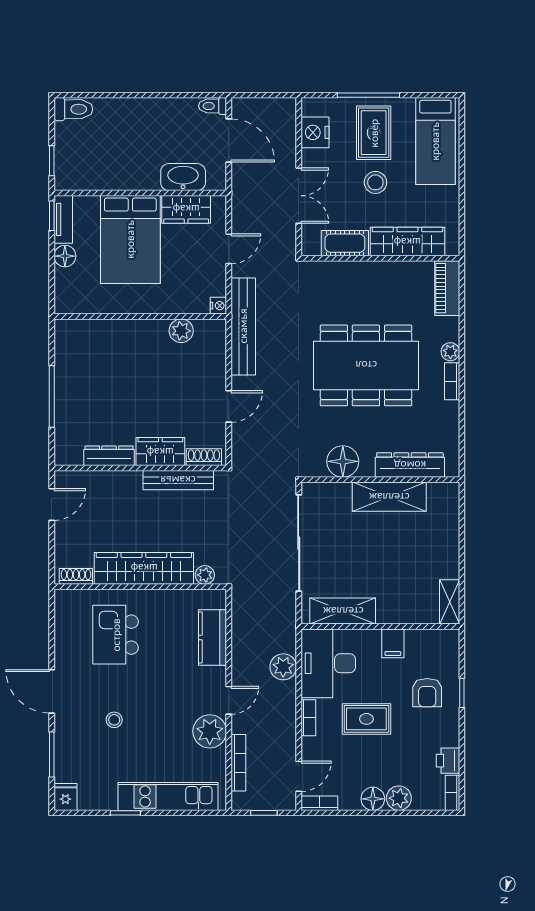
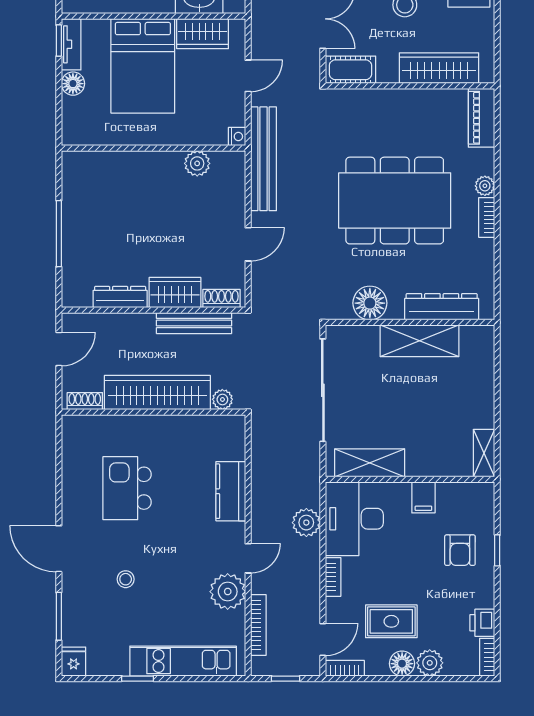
cot: (345, 243) -> (350, 70), moved
wardrobe: (144, 568) -> (157, 392), moved
plant: (205, 575) -> (222, 399), moved
shoe rack: (76, 576) -> (85, 401), moved
wall: (140, 587) -> (153, 412), moved
rug: (366, 719) -> (391, 621), moved

